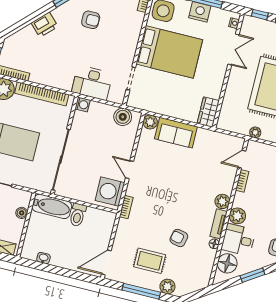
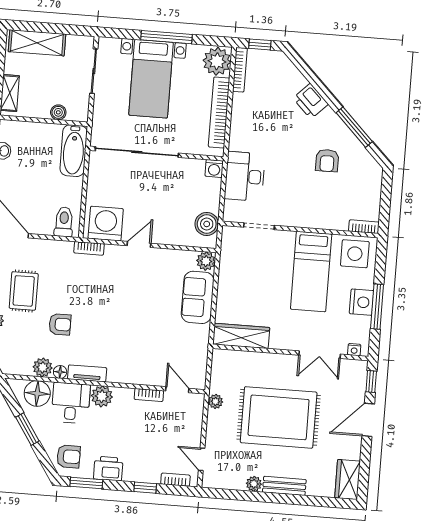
bed: (169, 52) -> (311, 272), width x0.67
wardrobe: (208, 112) -> (241, 336), width x1.50
plant: (222, 201) -> (43, 367), moved
toilet: (78, 215) -> (64, 222), moved, turned 90
armchair: (179, 238) -> (60, 324), turned 78

